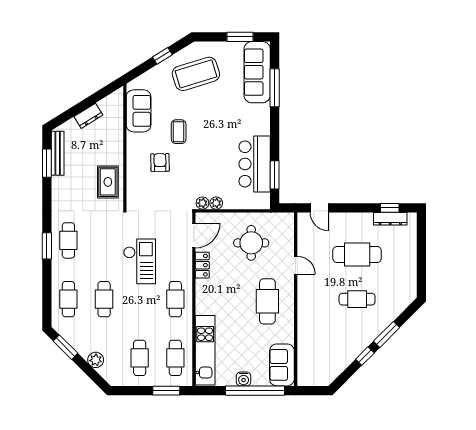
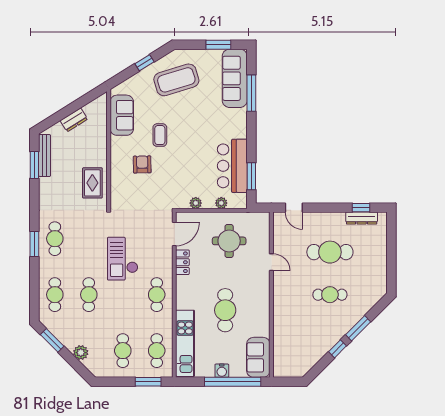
plant: (202, 203) -> (221, 203), moved
checkout: (140, 261) -> (123, 259), turned 180
cafe table: (267, 301) -> (225, 310), moved

